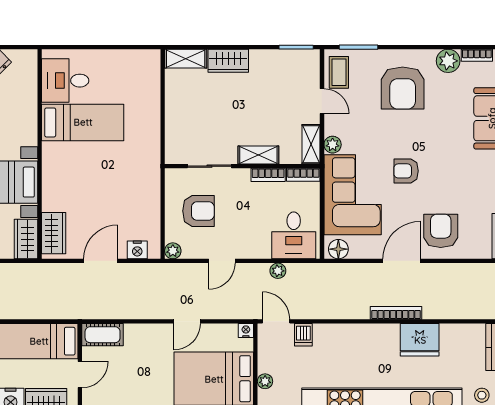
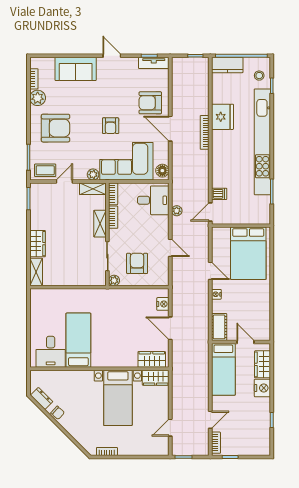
plant: (173, 251) -> (114, 280), moved
nightstand: (246, 331) -> (216, 294), moved
plant: (265, 381) -> (250, 219), removed

